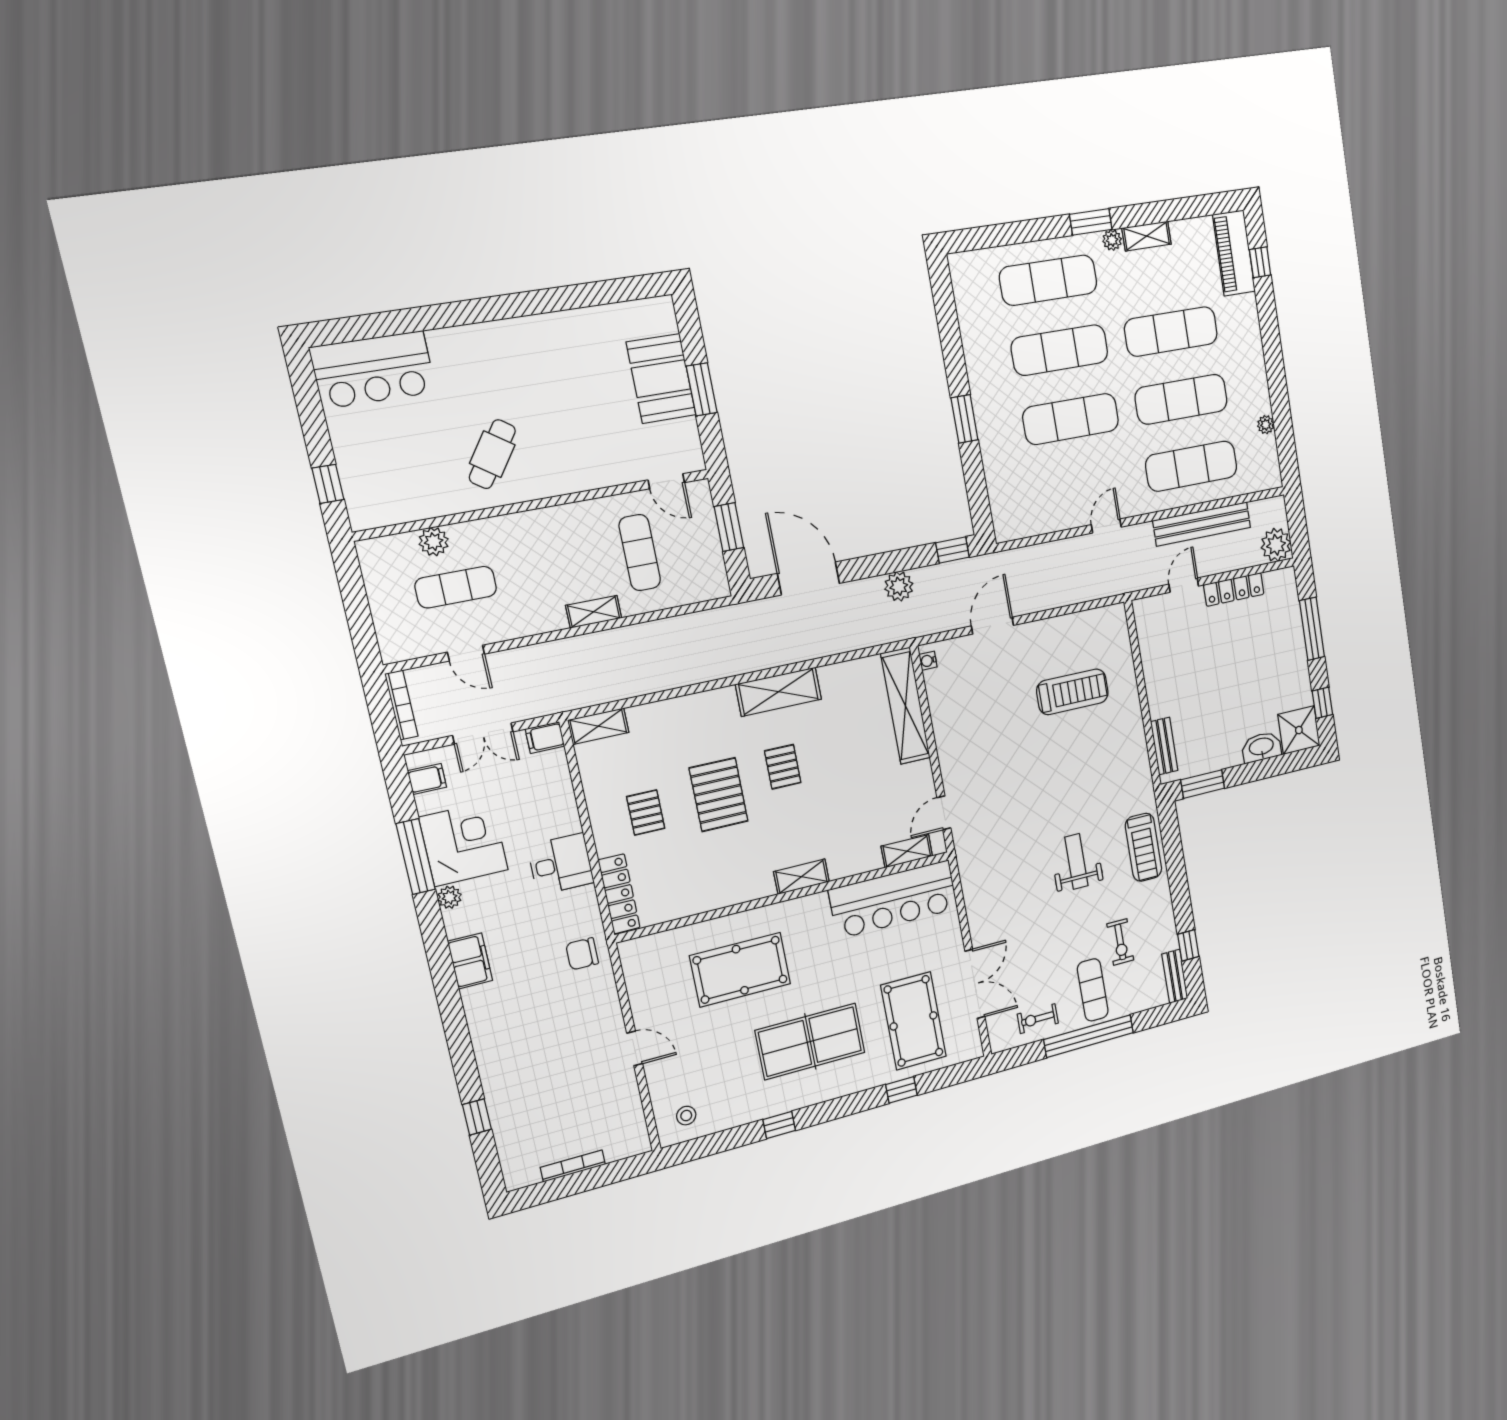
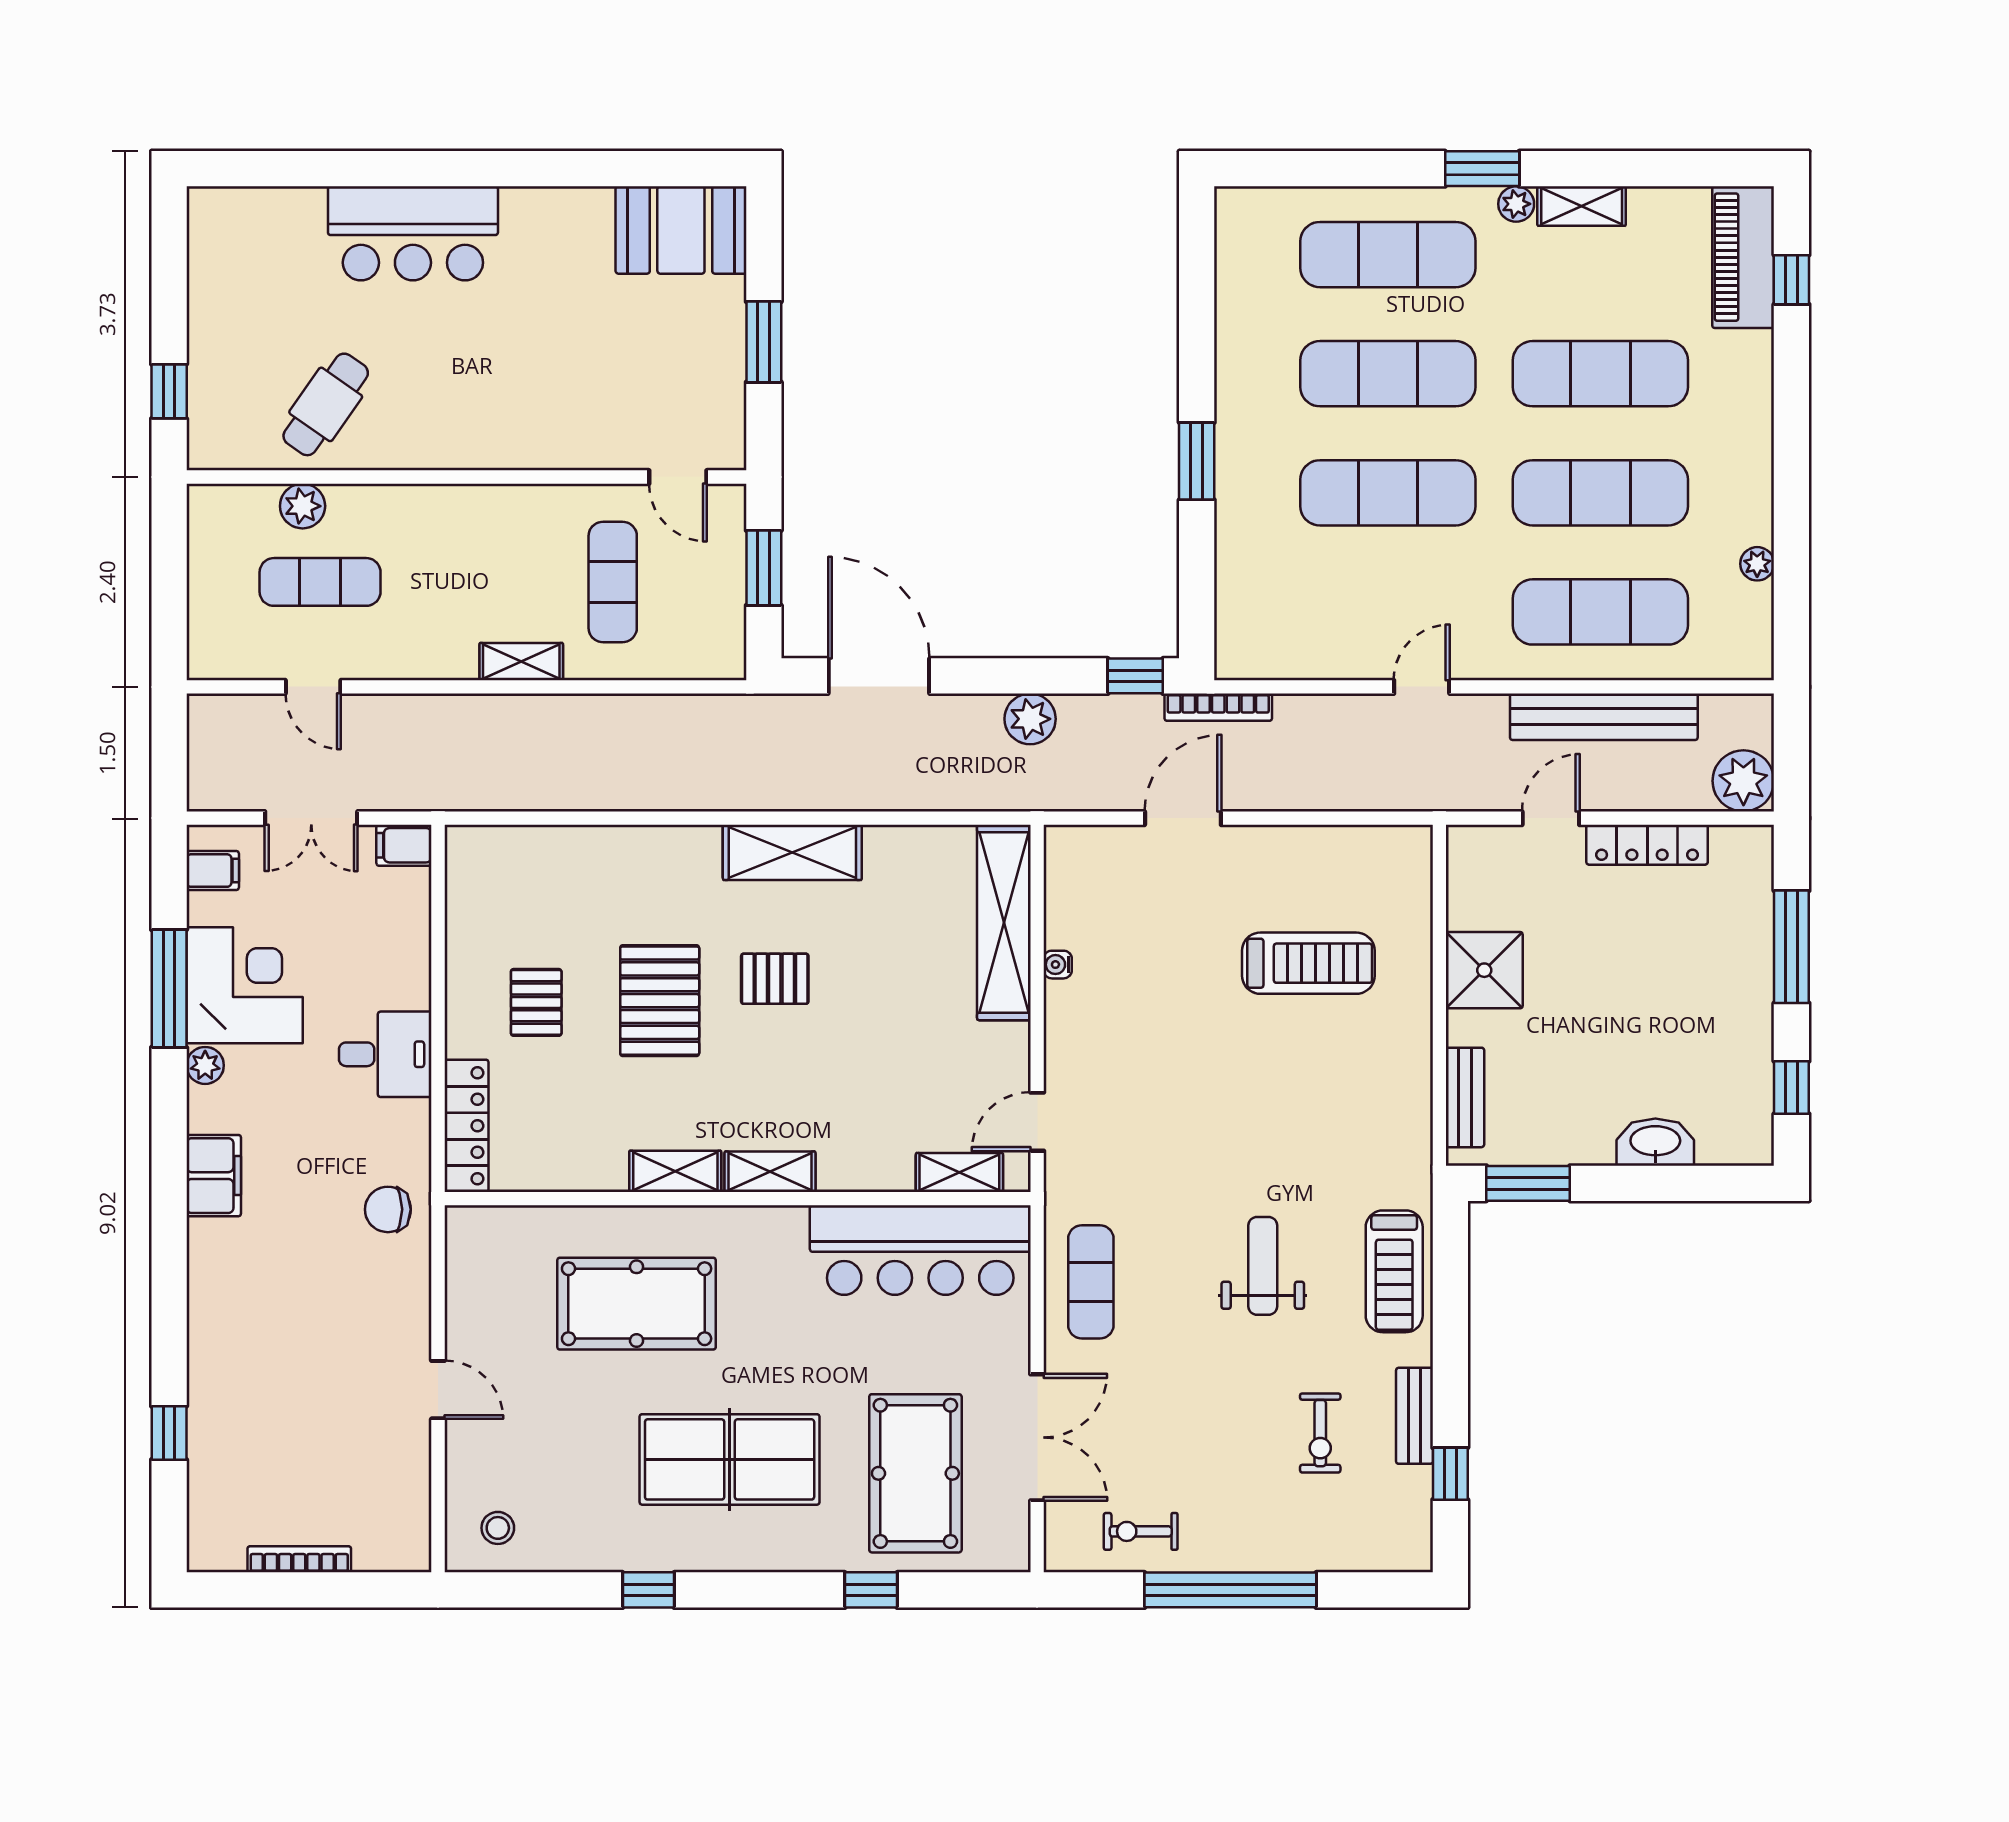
bar counter: (373, 370) -> (413, 233), moved
booth: (661, 379) -> (681, 230), moved, turned 90
cafe table: (492, 454) -> (326, 404), moved
water cooler: (928, 661) -> (1058, 965), moved
bookcase: (401, 705) -> (1218, 707), moved, turned 90
shelving: (598, 726) -> (675, 1171), moved
shower: (1299, 730) -> (1484, 970), moved
pallet: (783, 767) -> (775, 979), turned 90
bench: (1175, 976) -> (1414, 1416), moved
exercise mat: (1093, 990) -> (1091, 1282), moved

